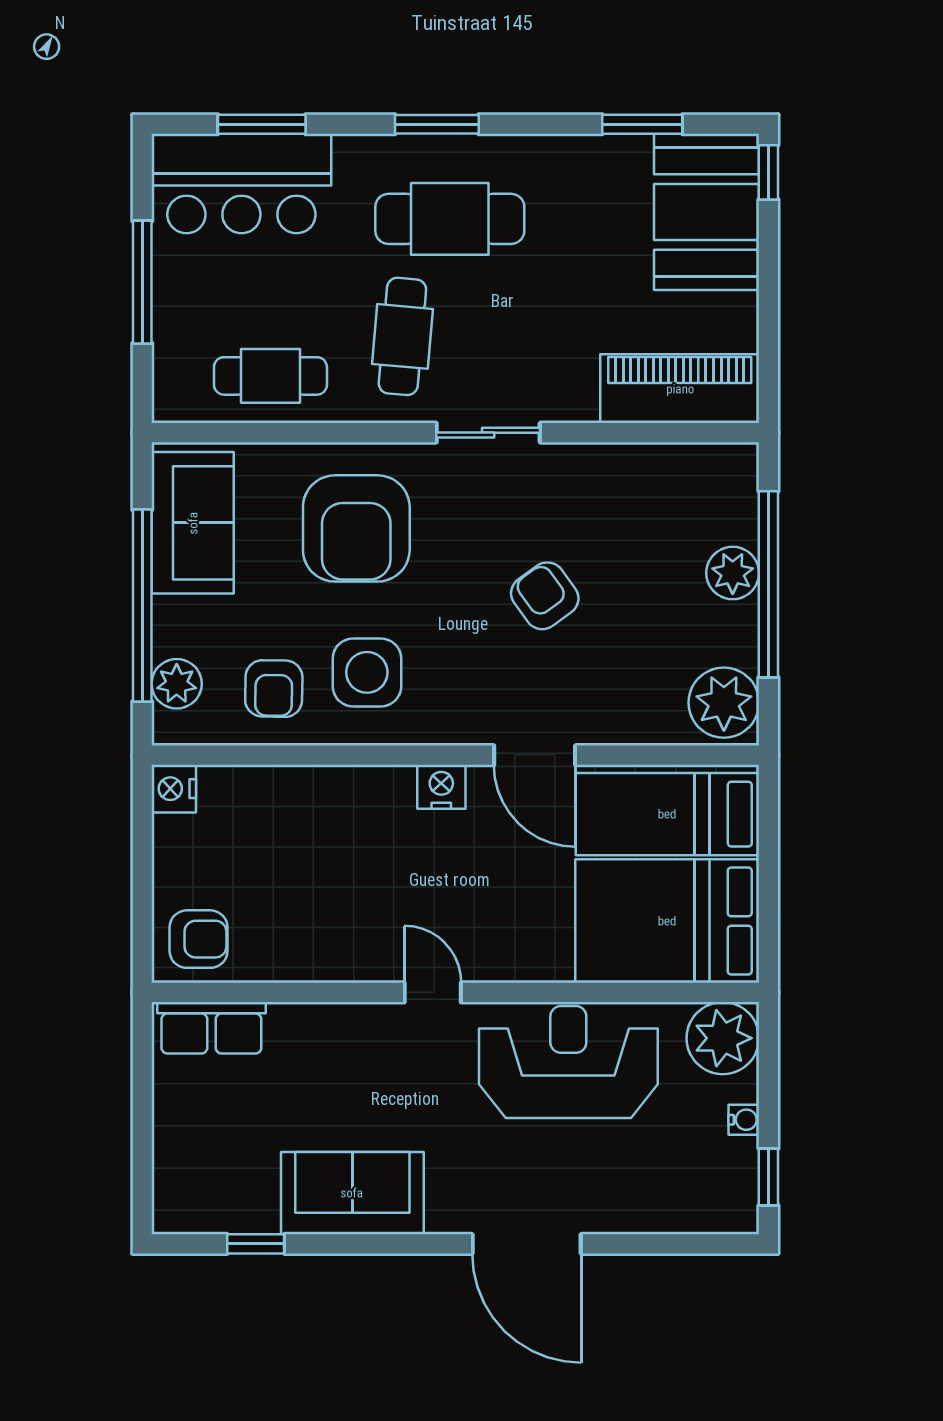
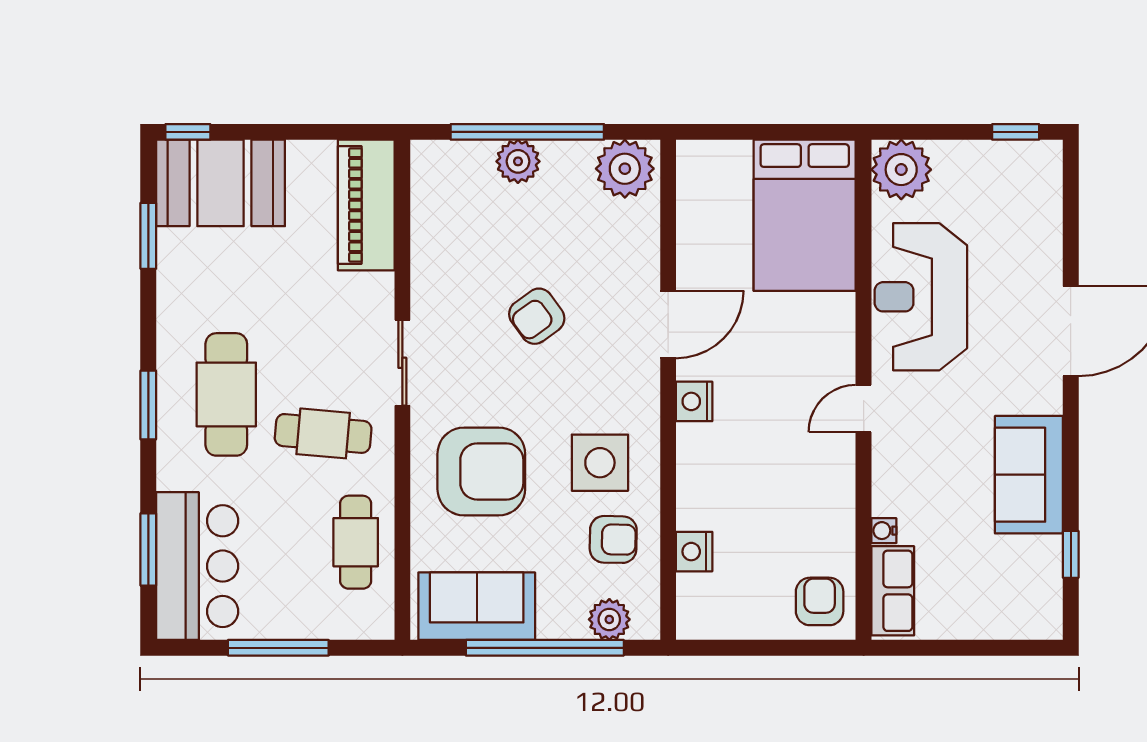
nightstand: (174, 789) -> (694, 552), moved, turned 90
bed: (667, 814) -> (717, 215), removed
water cooler: (744, 1120) -> (884, 531), moved, turned -90

